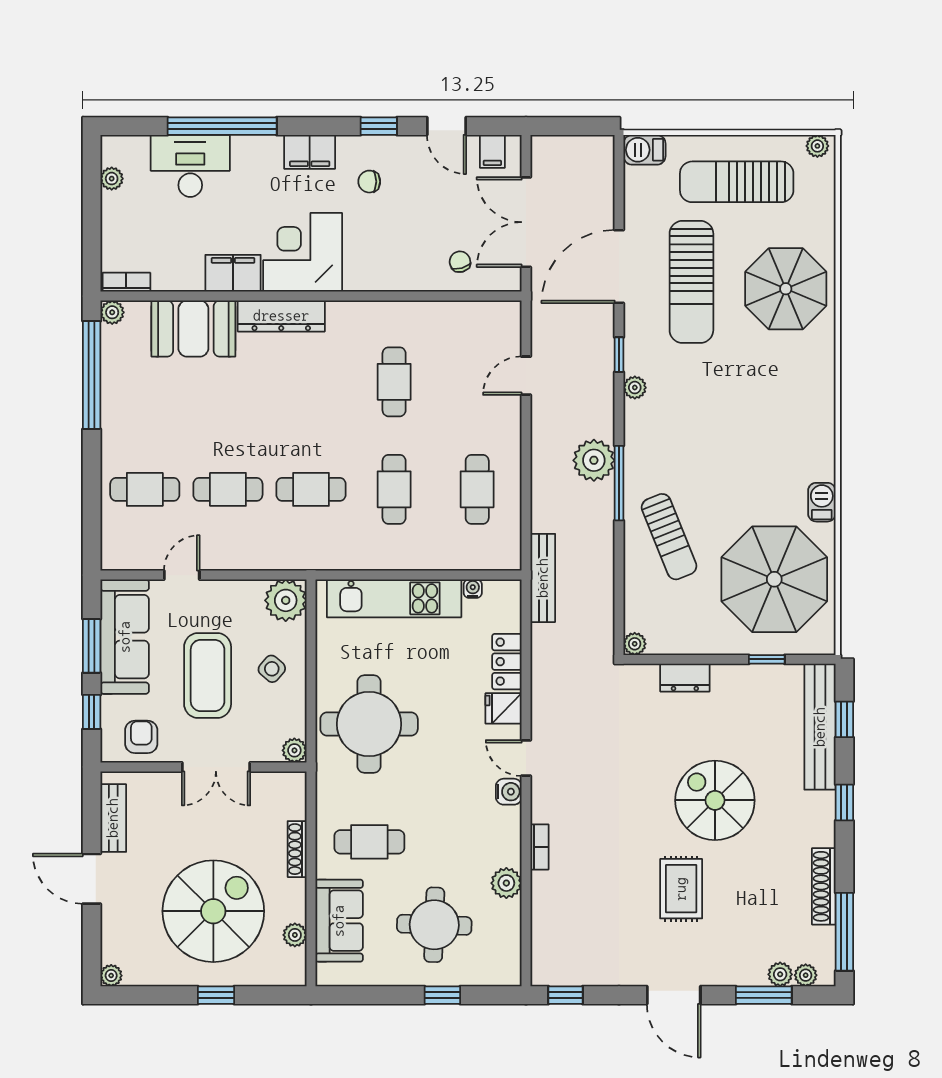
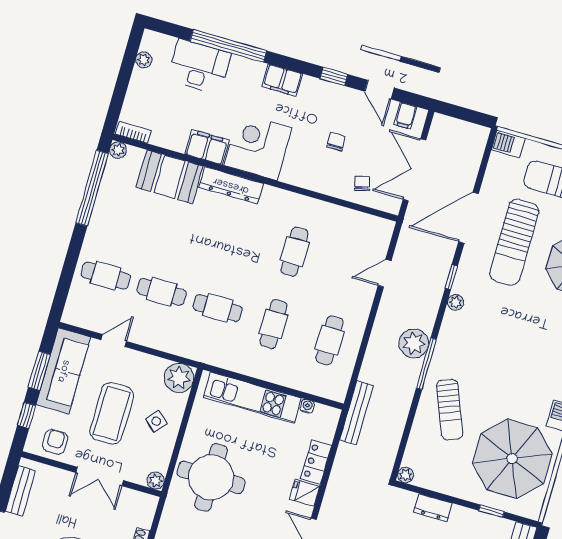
chair: (369, 182) -> (336, 142), moved, turned 90

